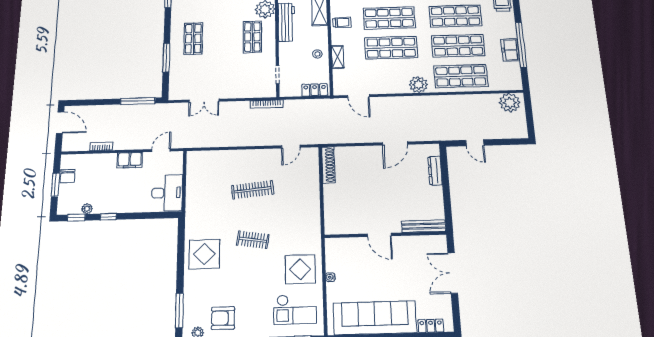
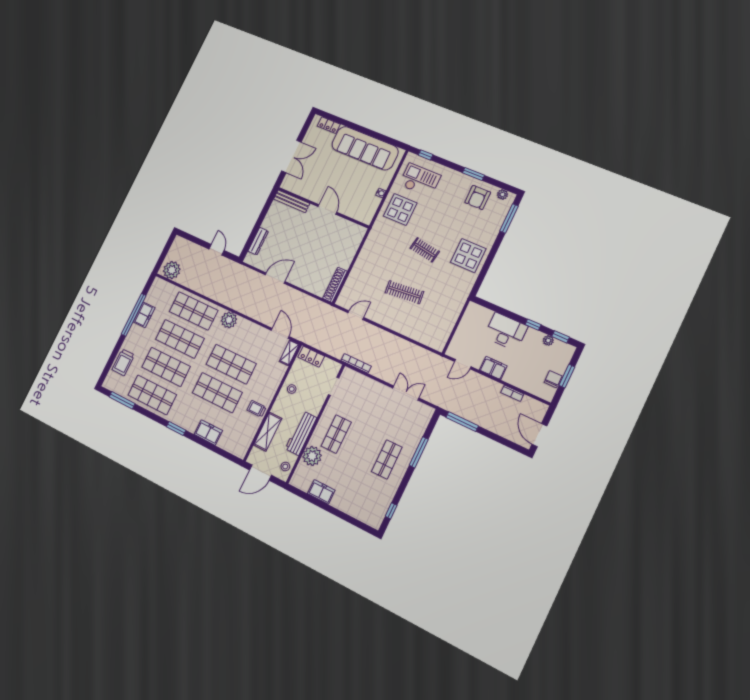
shelving: (338, 57) -> (289, 353), moved
desk: (167, 193) -> (506, 332), moved, turned 90
armchair: (223, 318) -> (478, 197), turned 90

